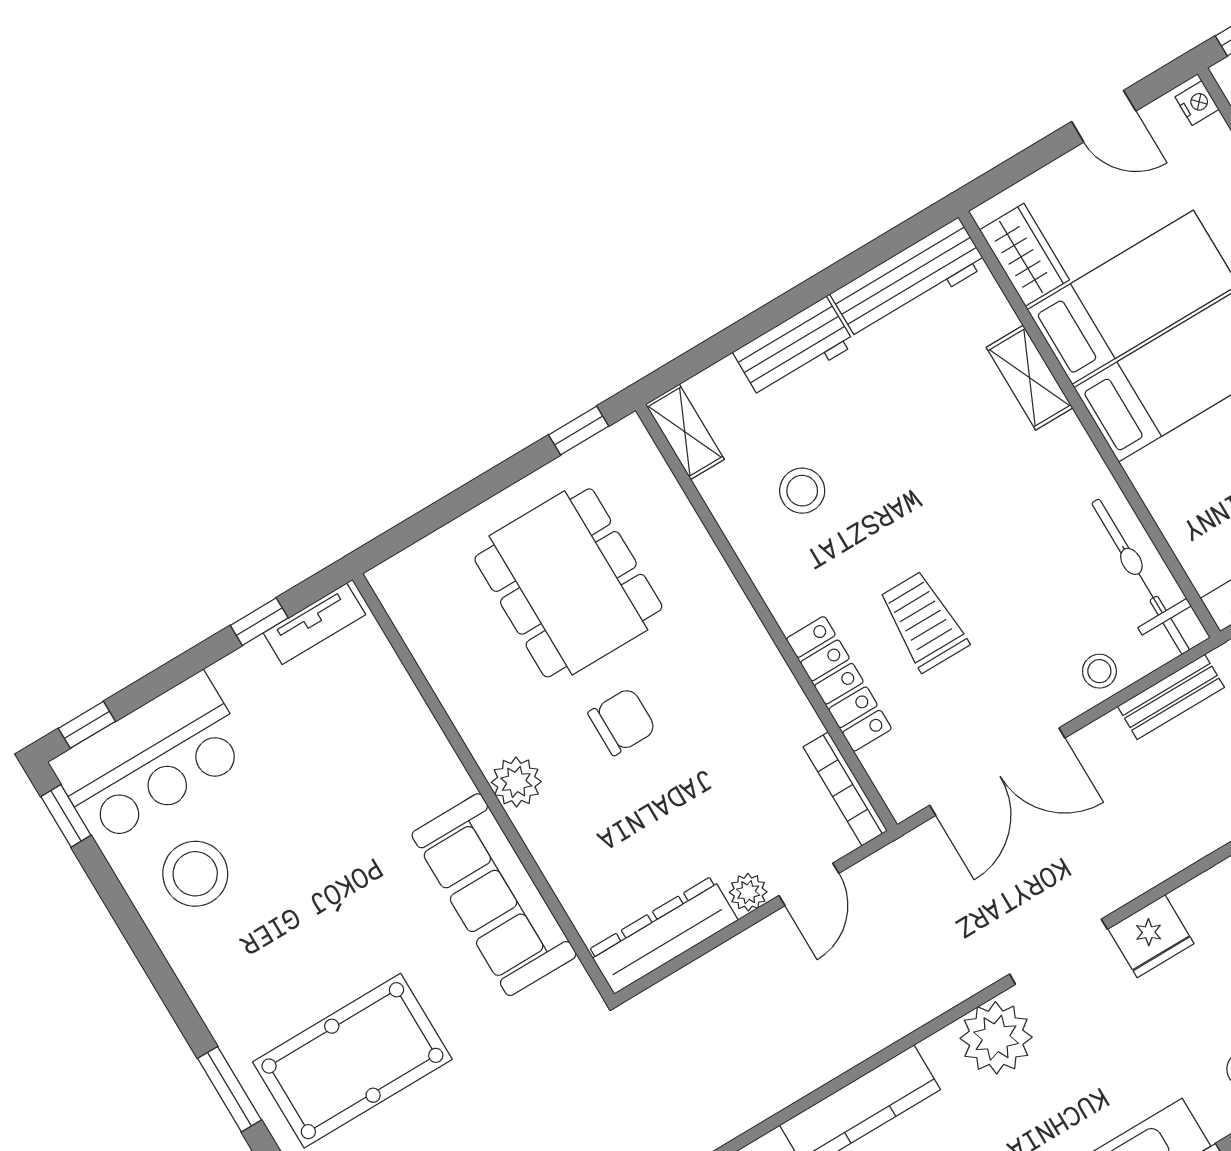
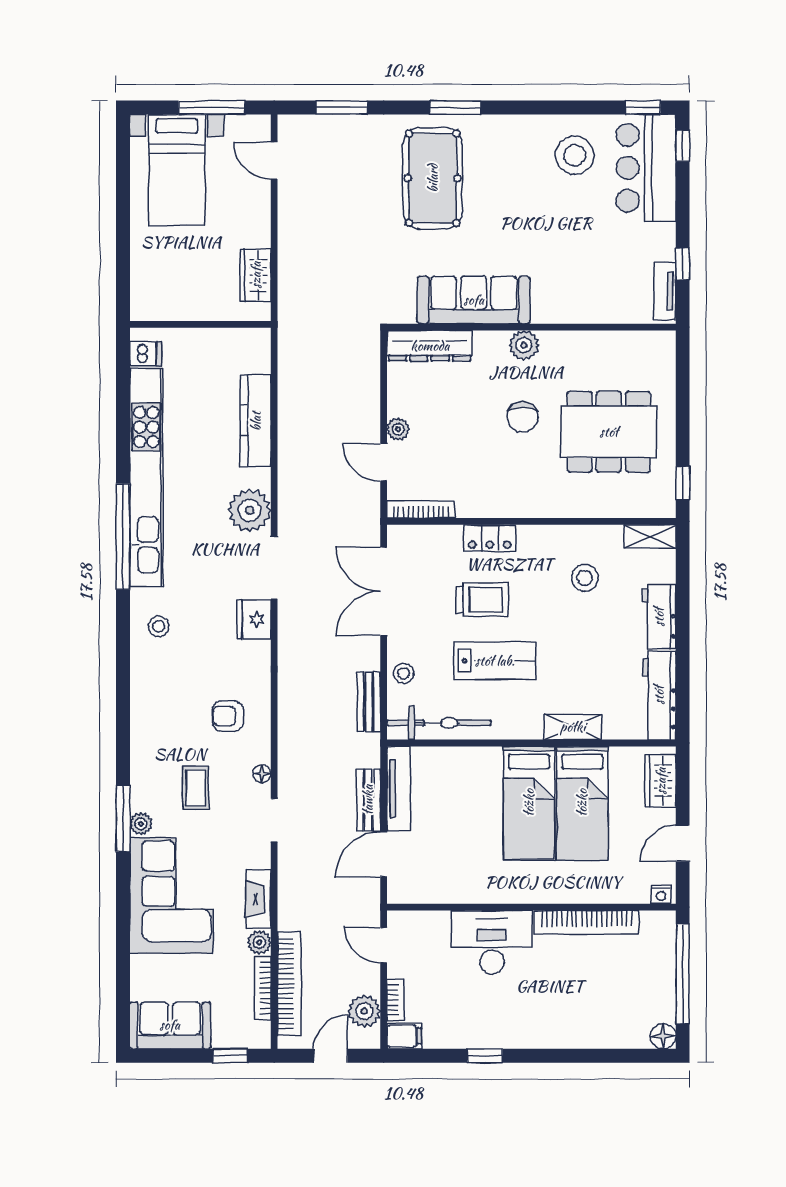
wardrobe: (1025, 255) -> (661, 781), moved, turned 90
lab bench: (1001, 549) -> (495, 661), added
locker: (839, 684) -> (490, 538), width x0.66
dresser: (663, 935) -> (430, 346), moved, turned 90

